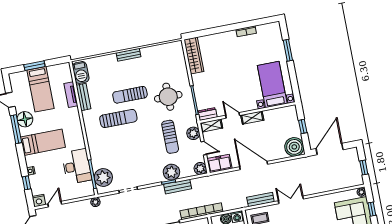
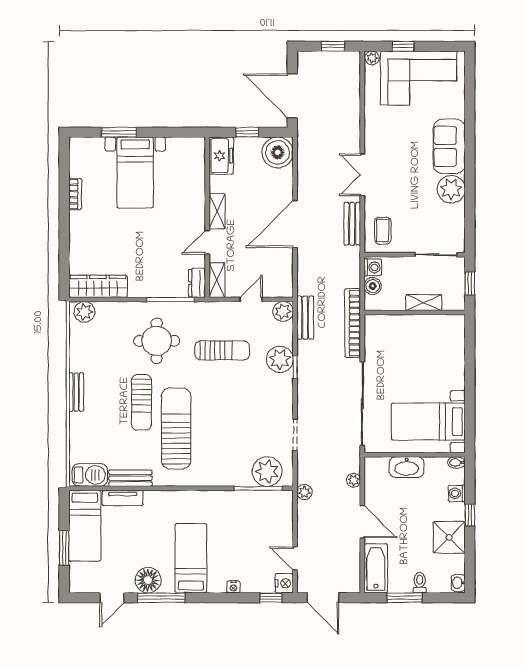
bed with nightstands: (272, 85) -> (135, 173), moved, turned -90
bed: (41, 89) -> (85, 526), moved, turned 90
sun lounger: (118, 118) -> (176, 428), width x1.36, depth x1.34
plant: (193, 133) -> (84, 312), moved
freezer: (219, 163) -> (221, 156), moved, turned 180
desk: (77, 166) -> (241, 511), removed
window: (26, 183) -> (271, 598), moved
bench: (178, 187) -> (305, 318), moved

